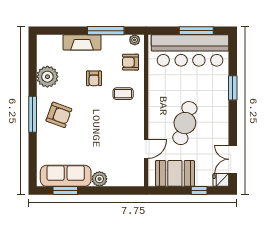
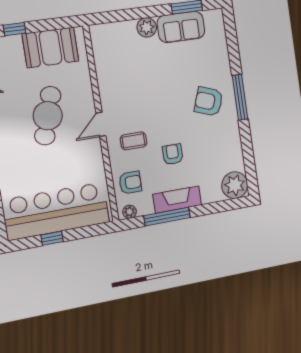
window: (196, 31) -> (52, 238), width x0.46
fireplace: (82, 42) -> (177, 200), moved
plant: (47, 77) -> (235, 185), moved
door: (146, 149) -> (101, 124), moved
sofa: (66, 176) -> (181, 27), width x0.73

